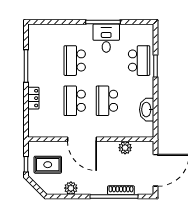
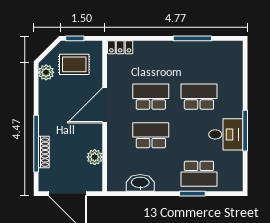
locker: (33, 98) -> (120, 47), moved
rug: (48, 165) -> (74, 64), turned 90
plant: (71, 188) -> (46, 72), moved

